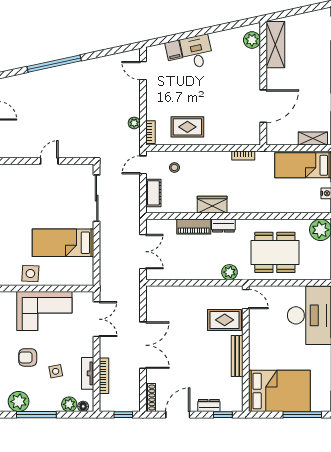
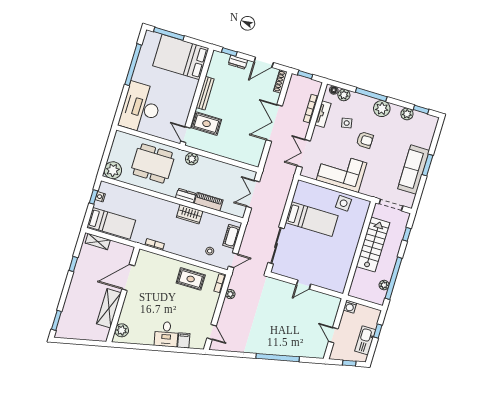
shelving: (275, 45) -> (109, 308), moved

